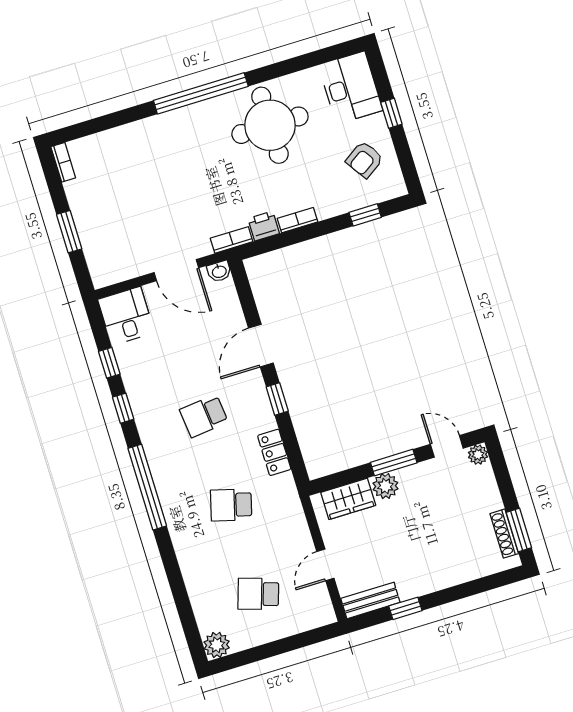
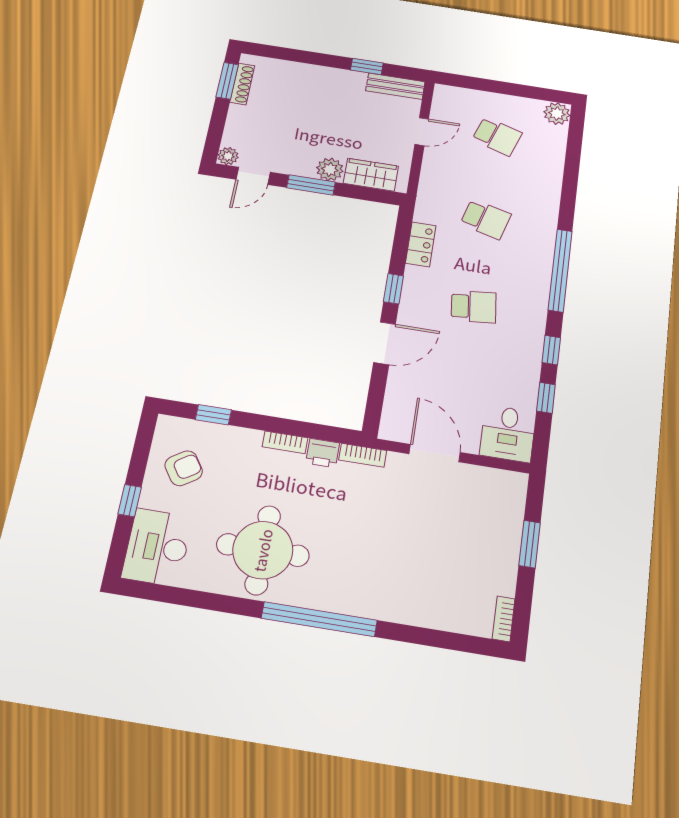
washbasin: (219, 271) -> (391, 431), removed
door: (447, 446) -> (253, 176), hinge flipped

